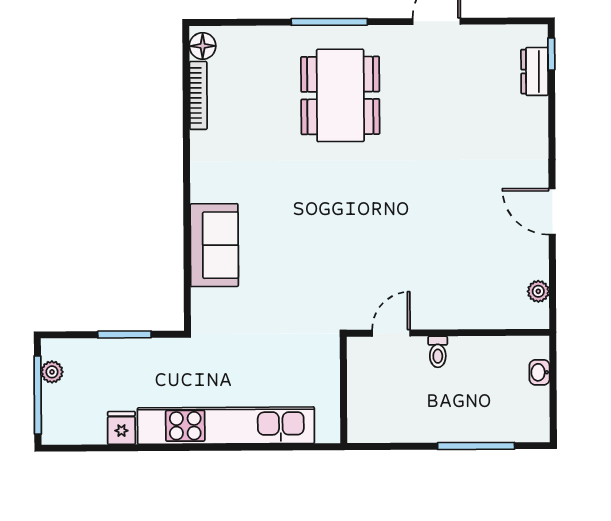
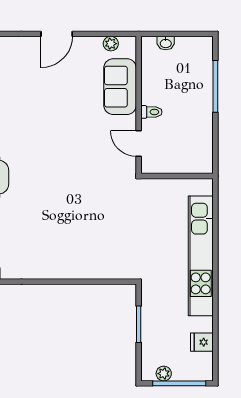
sofa: (214, 245) -> (120, 87), moved, turned -90
fridge: (121, 428) -> (202, 342), moved

